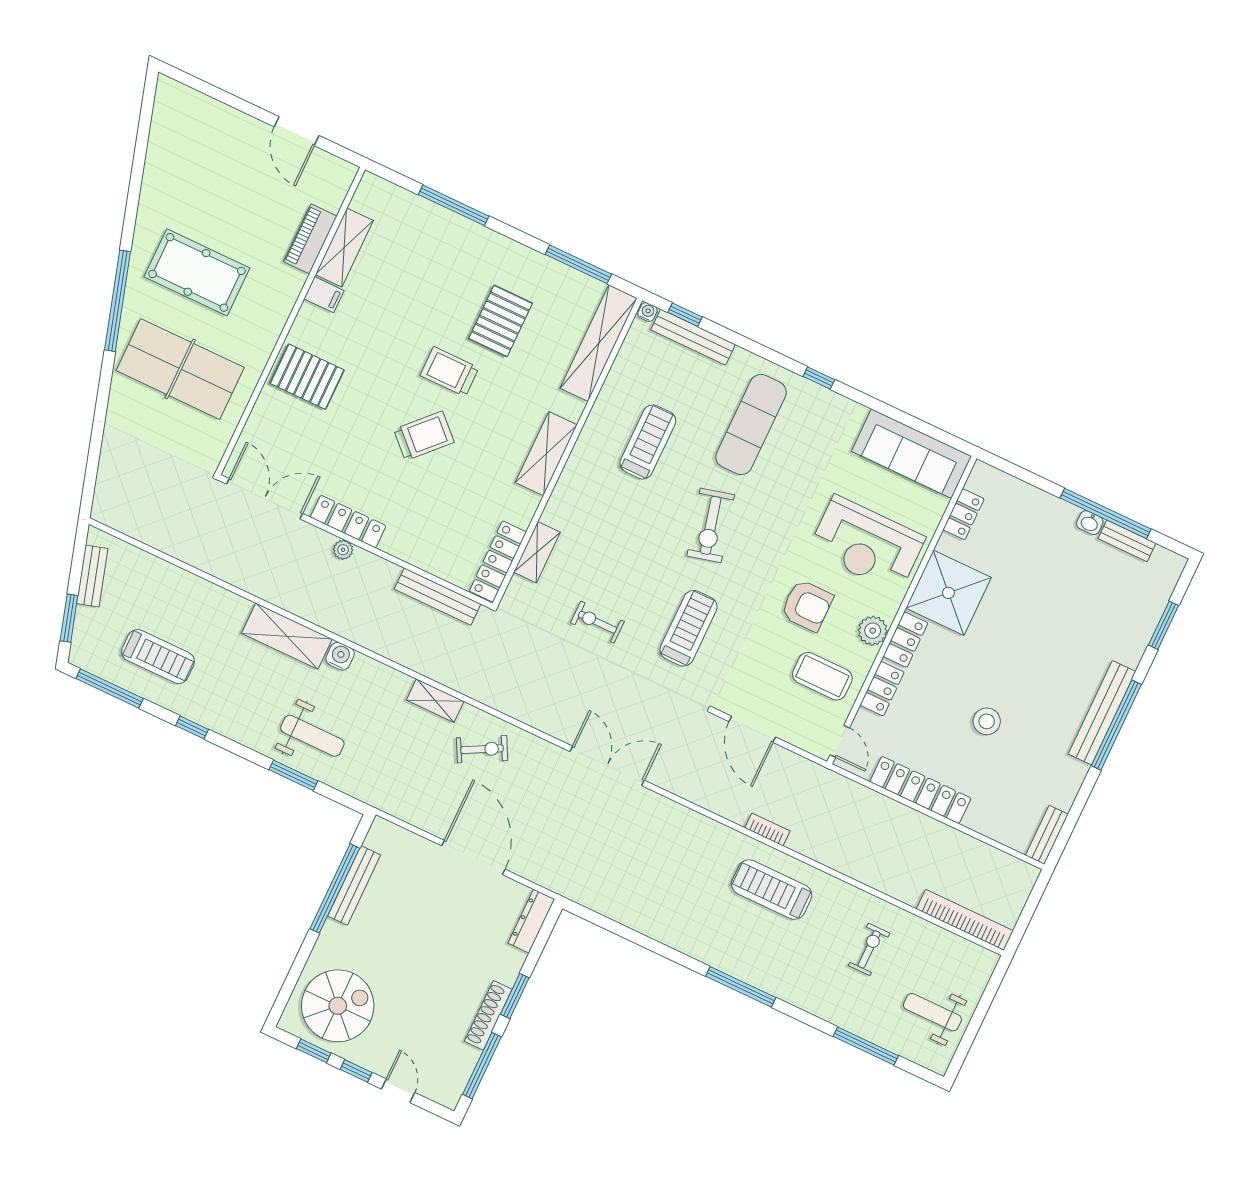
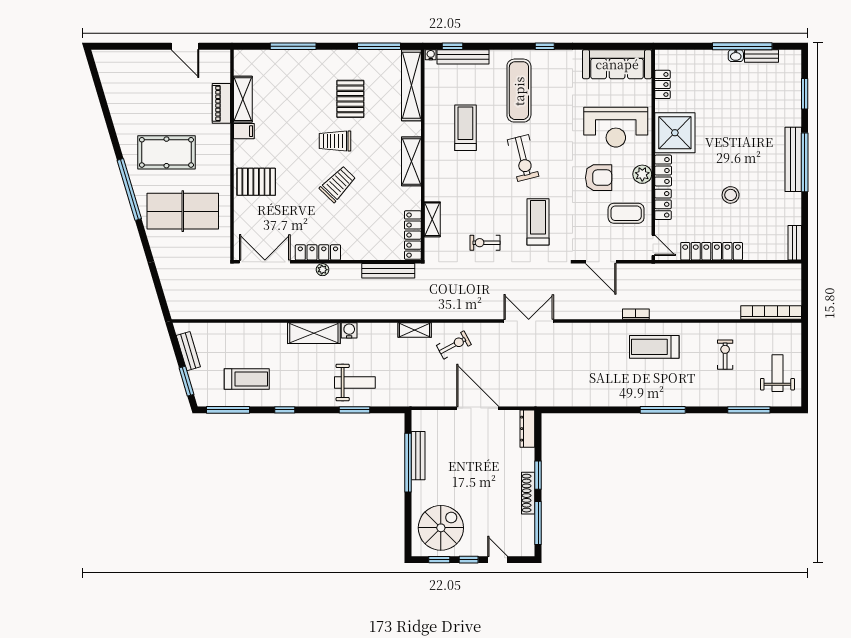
weight bench: (932, 1012) -> (777, 373), turned 90

